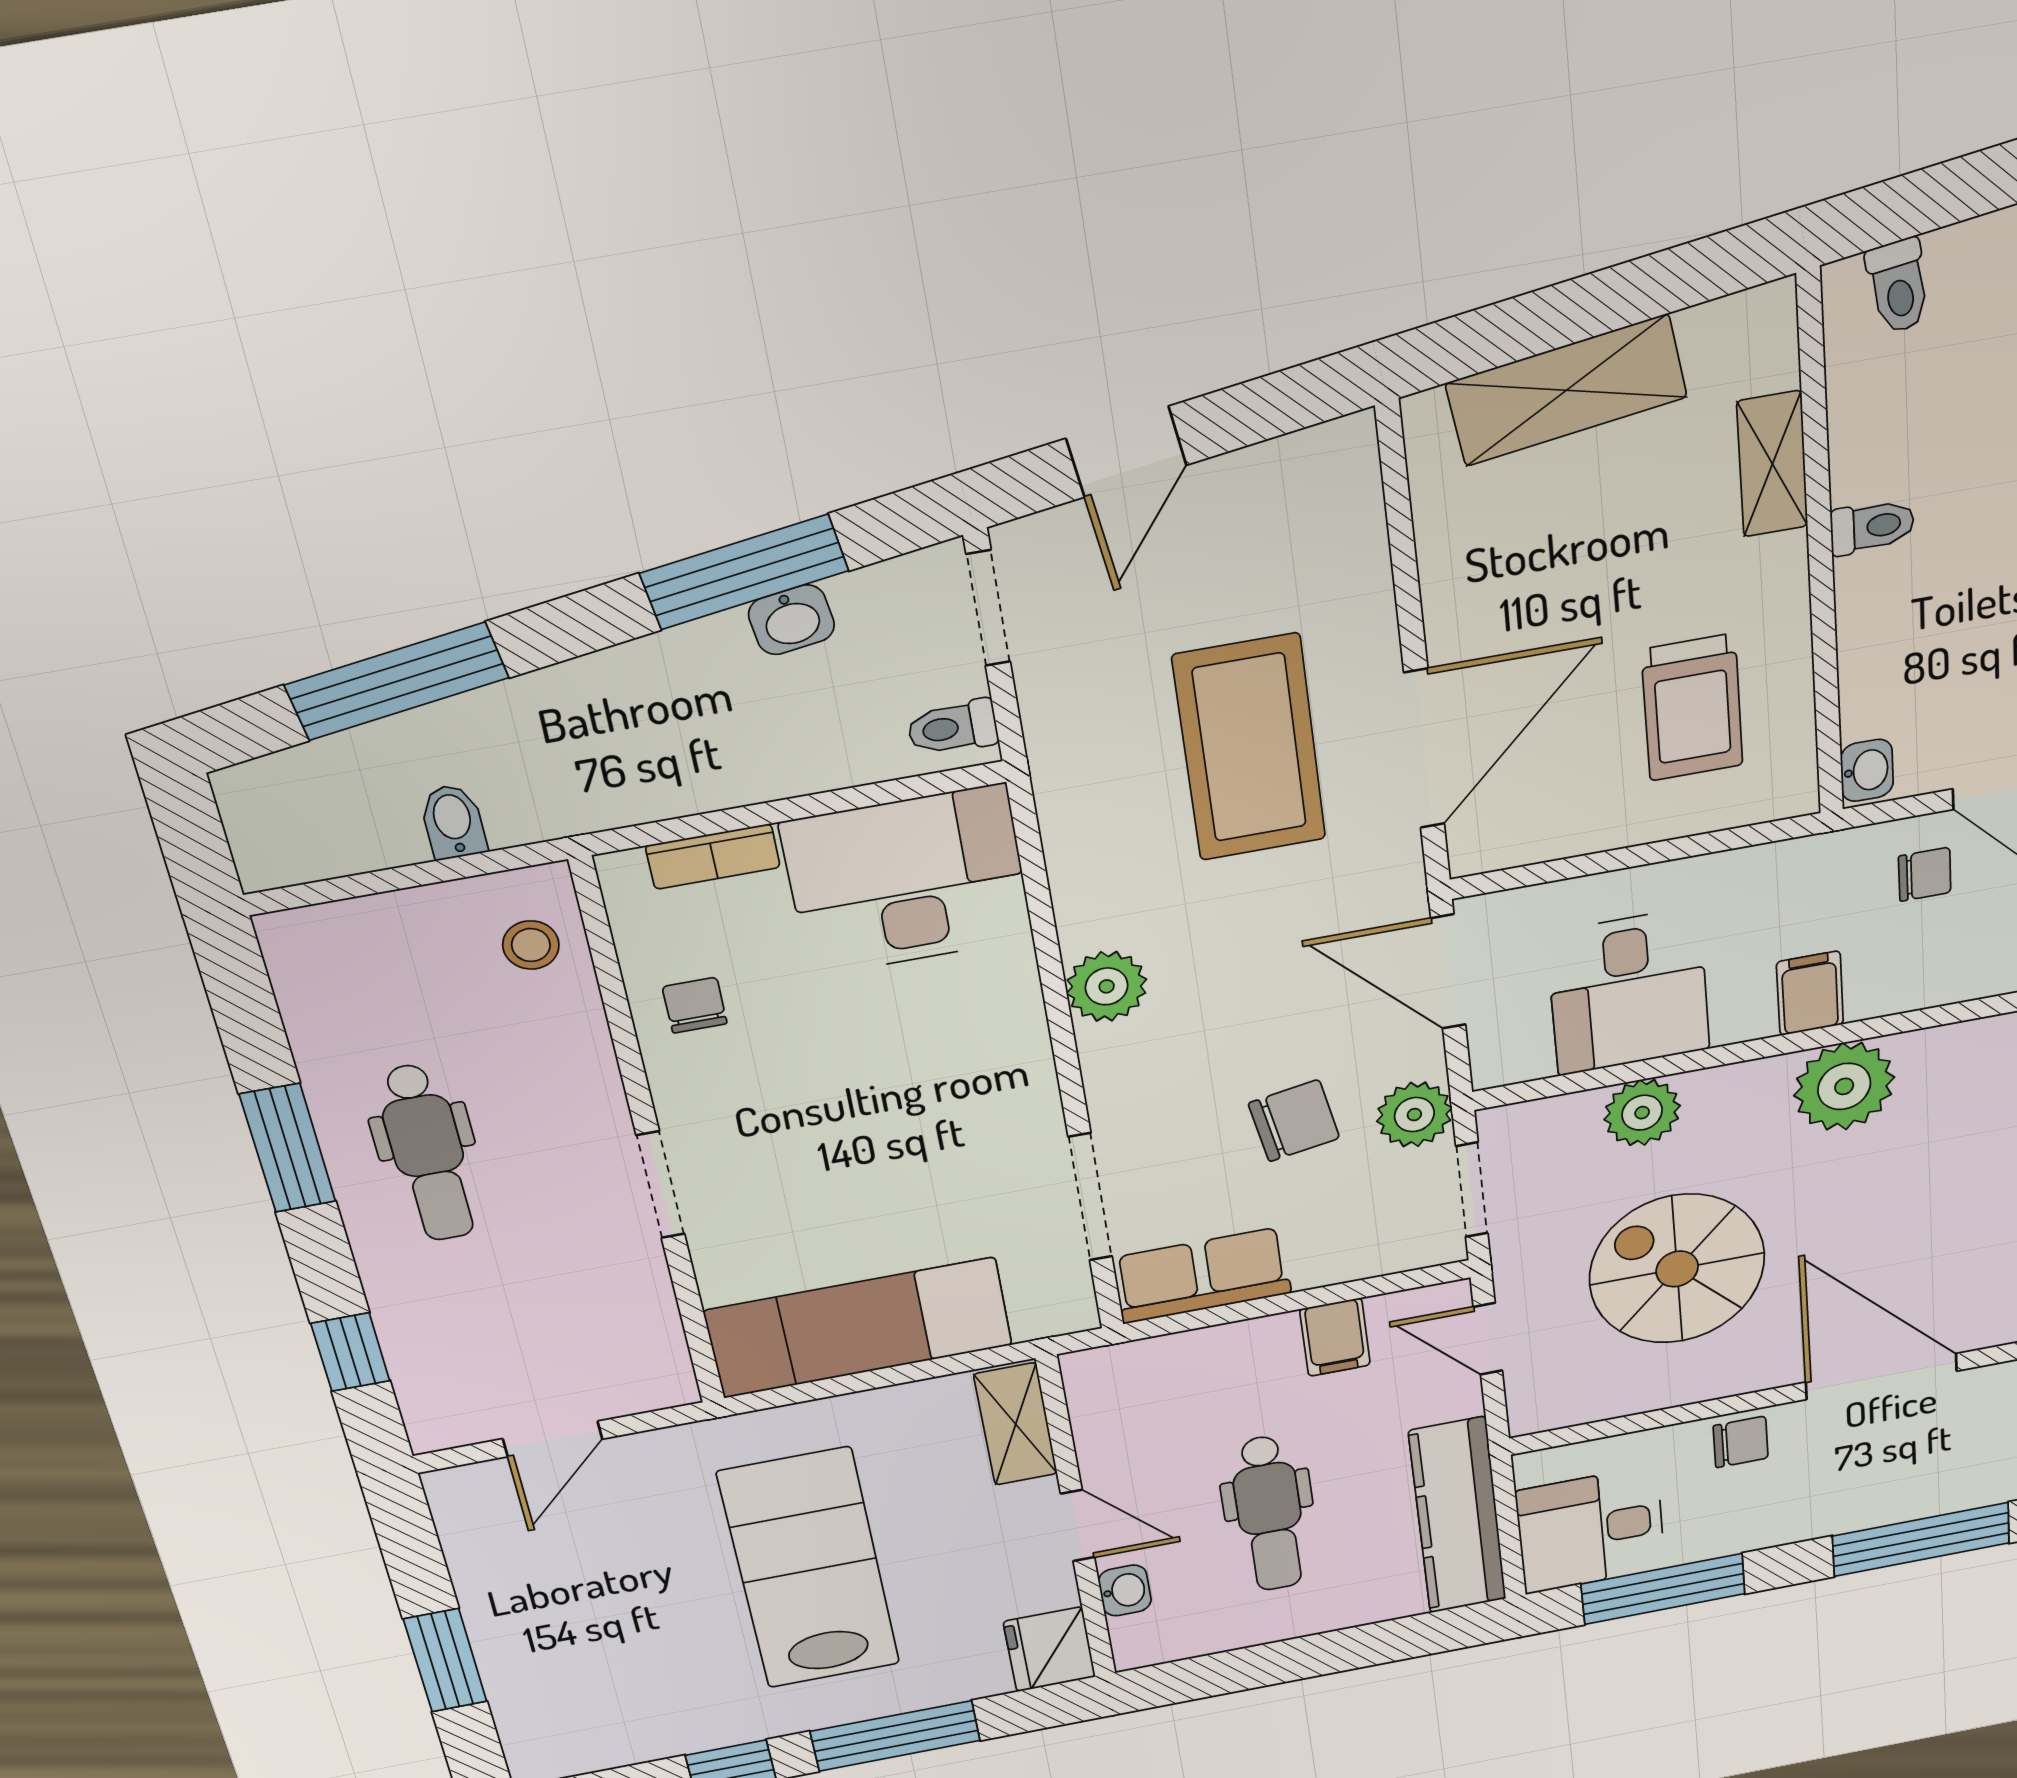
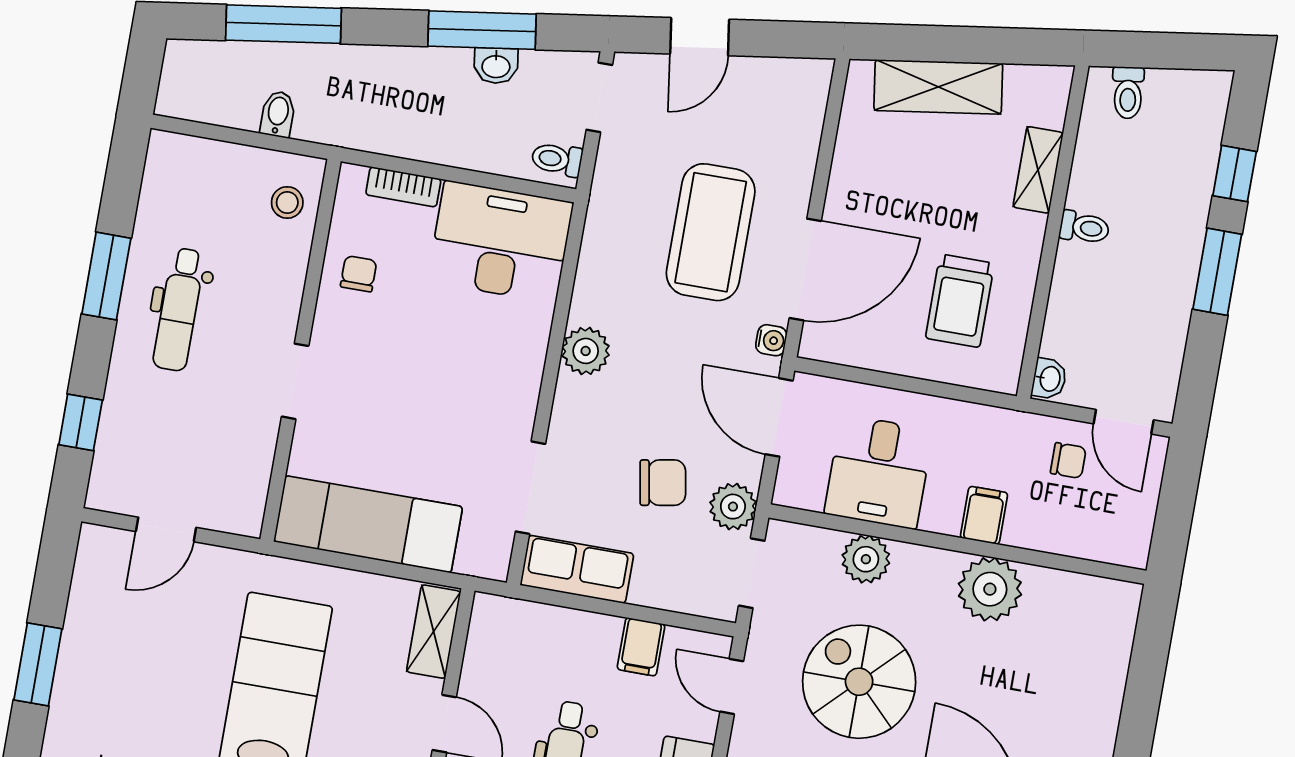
water cooler: (1401, 869) -> (771, 340), added

